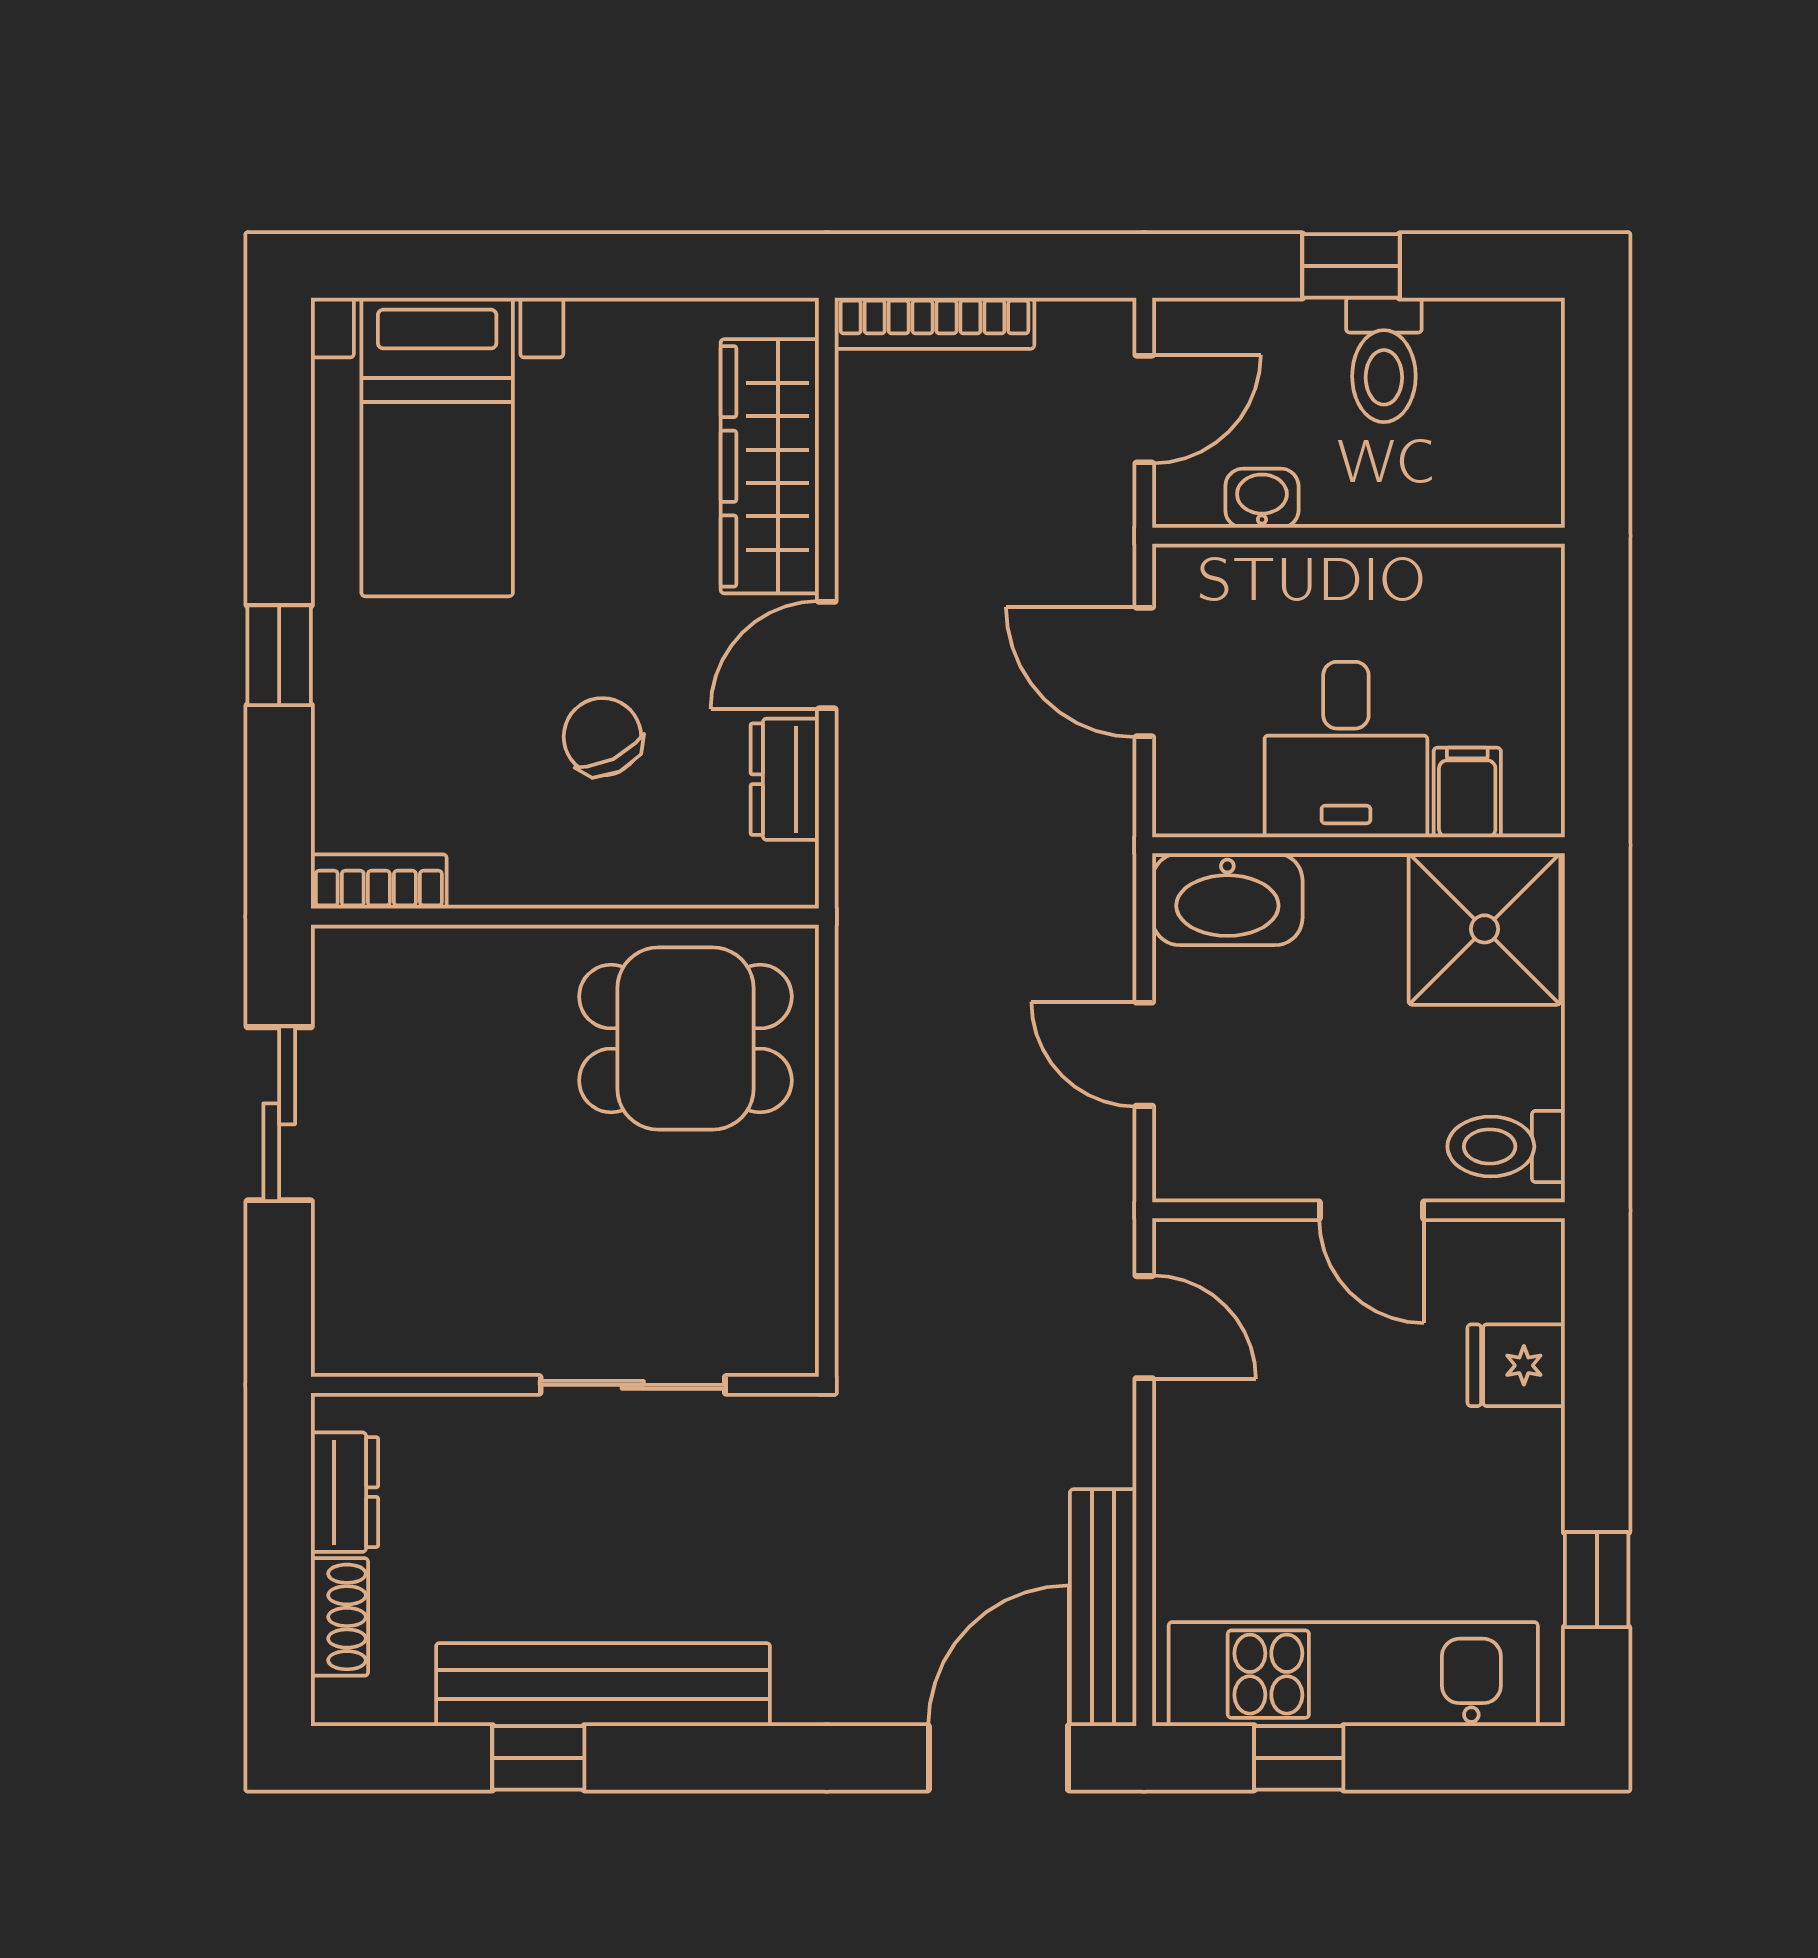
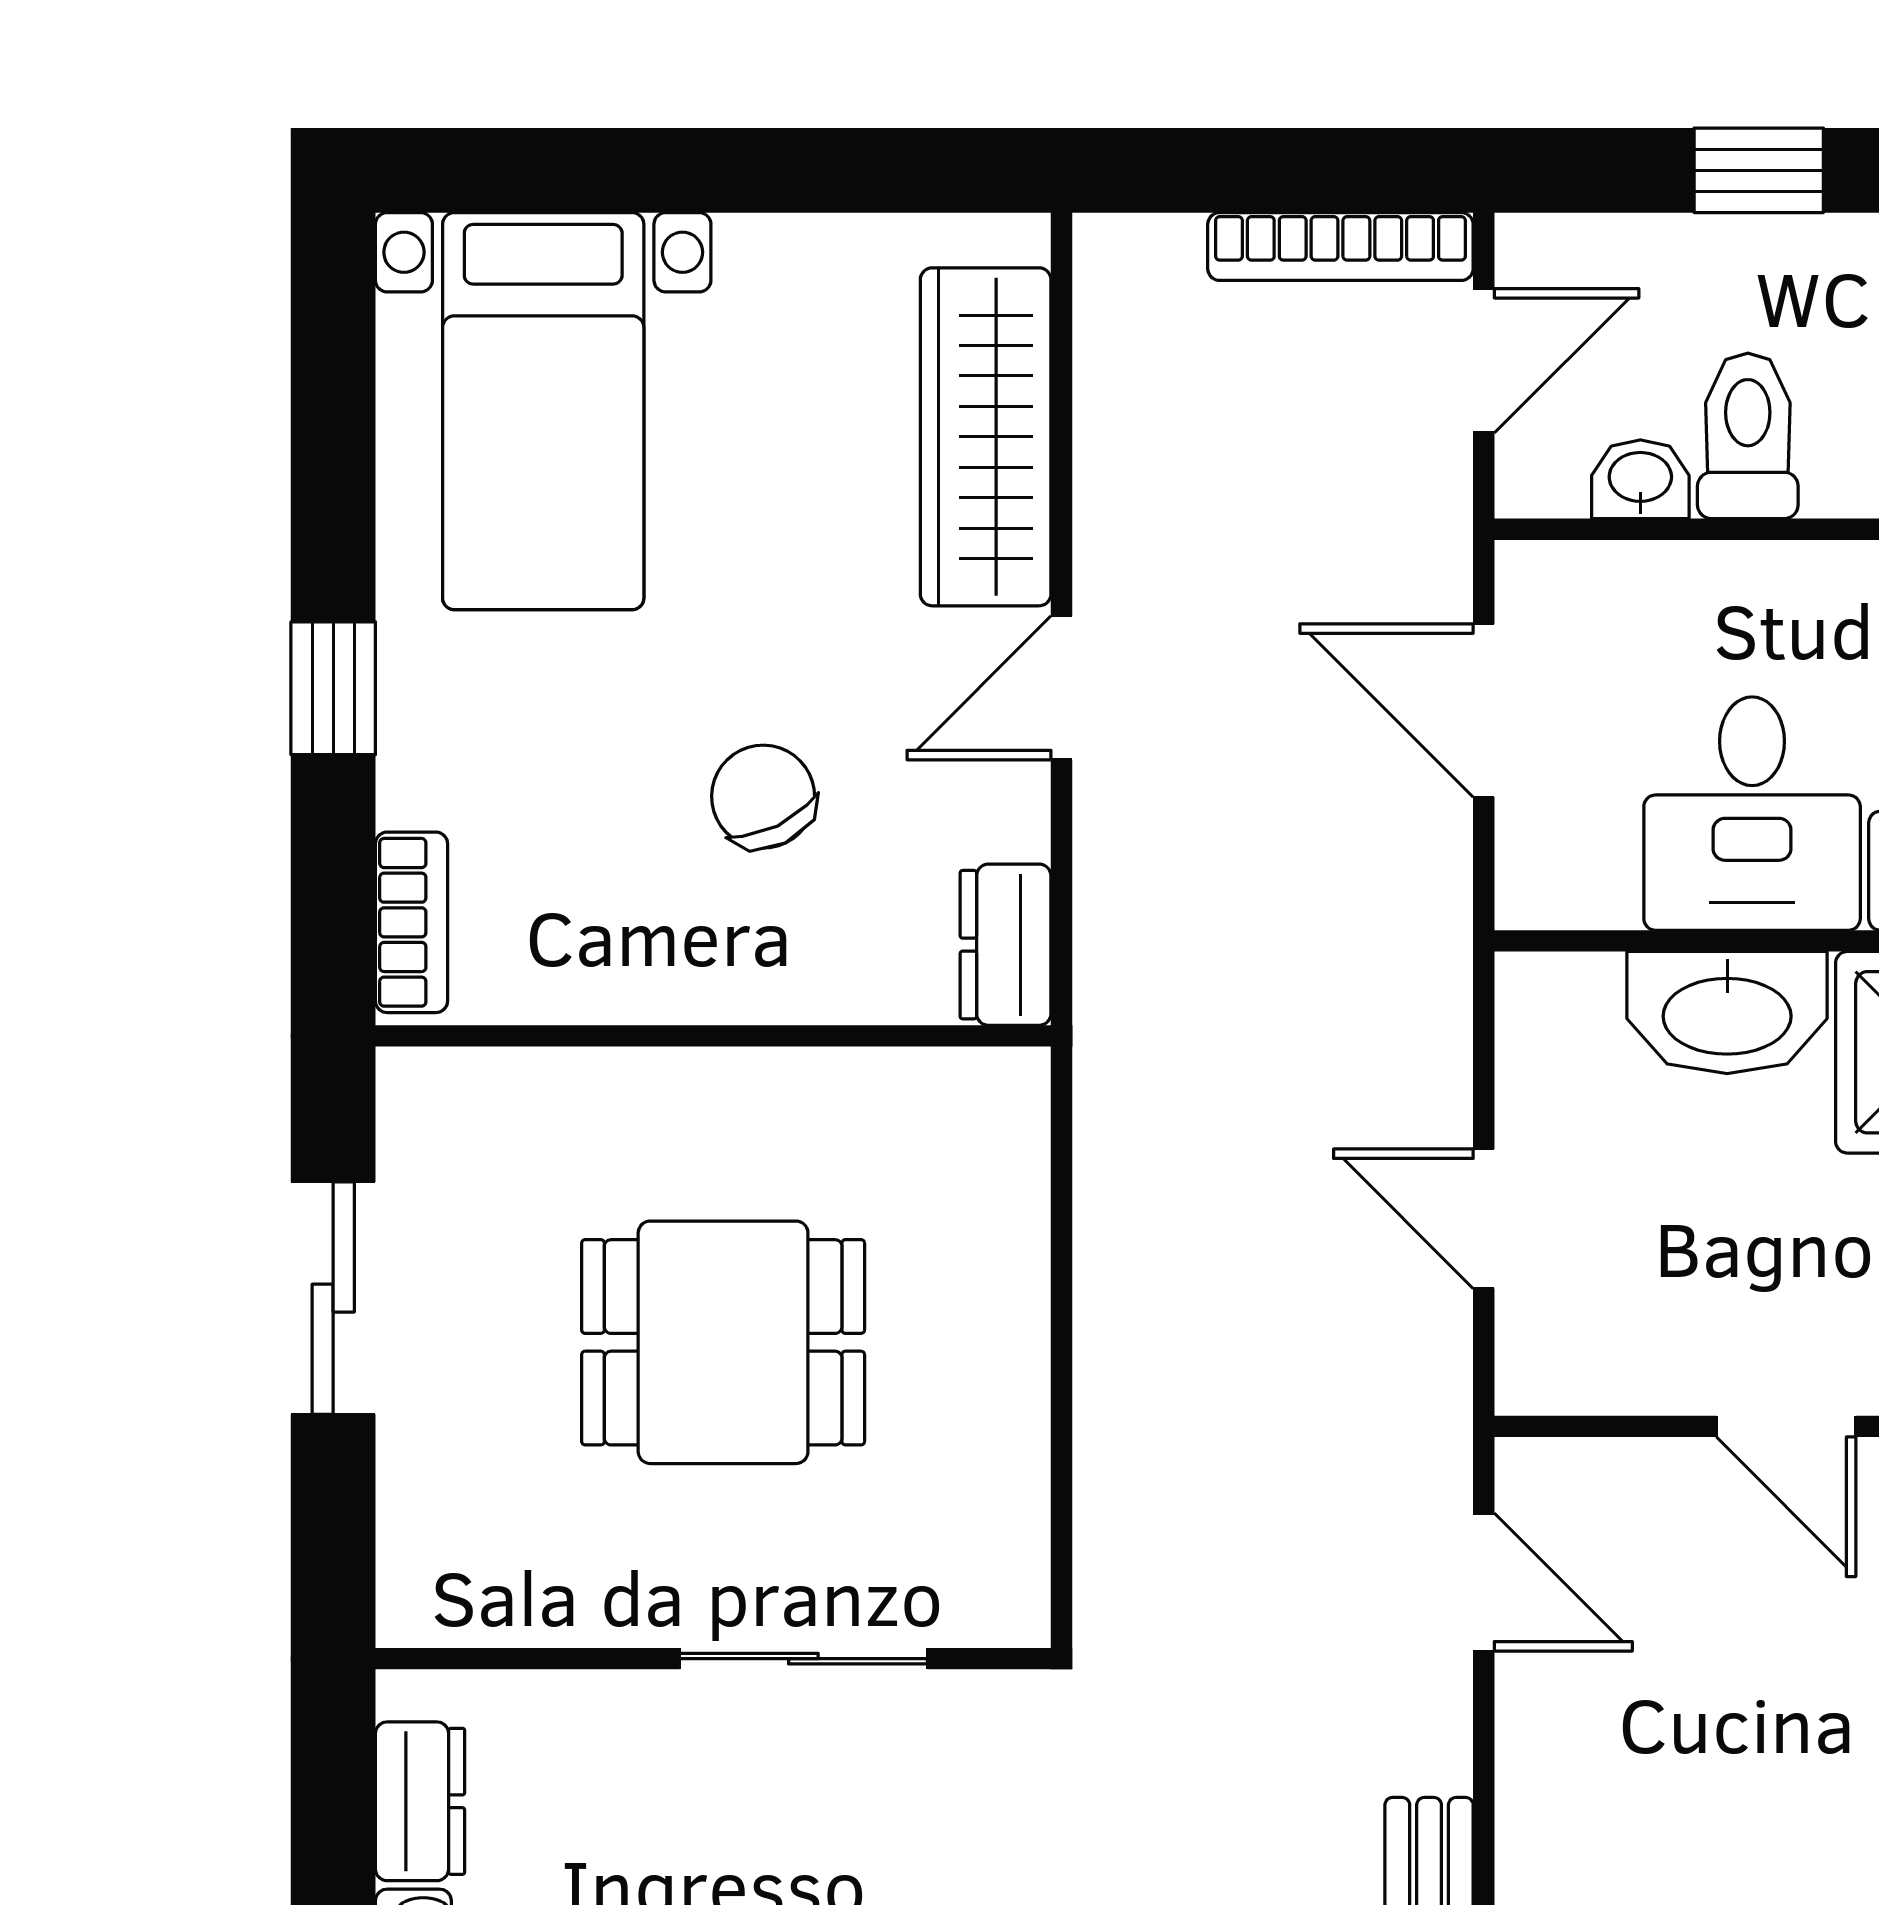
bookcase: (934, 323) -> (1340, 247), moved
toilet: (1384, 360) -> (1748, 436), moved, turned 180
dresser: (785, 779) -> (1006, 945), moved
bookcase: (379, 882) -> (411, 922), moved, turned 90
washbasin: (1227, 899) -> (1727, 1013), moved
dining table: (685, 1039) -> (723, 1342), moved

